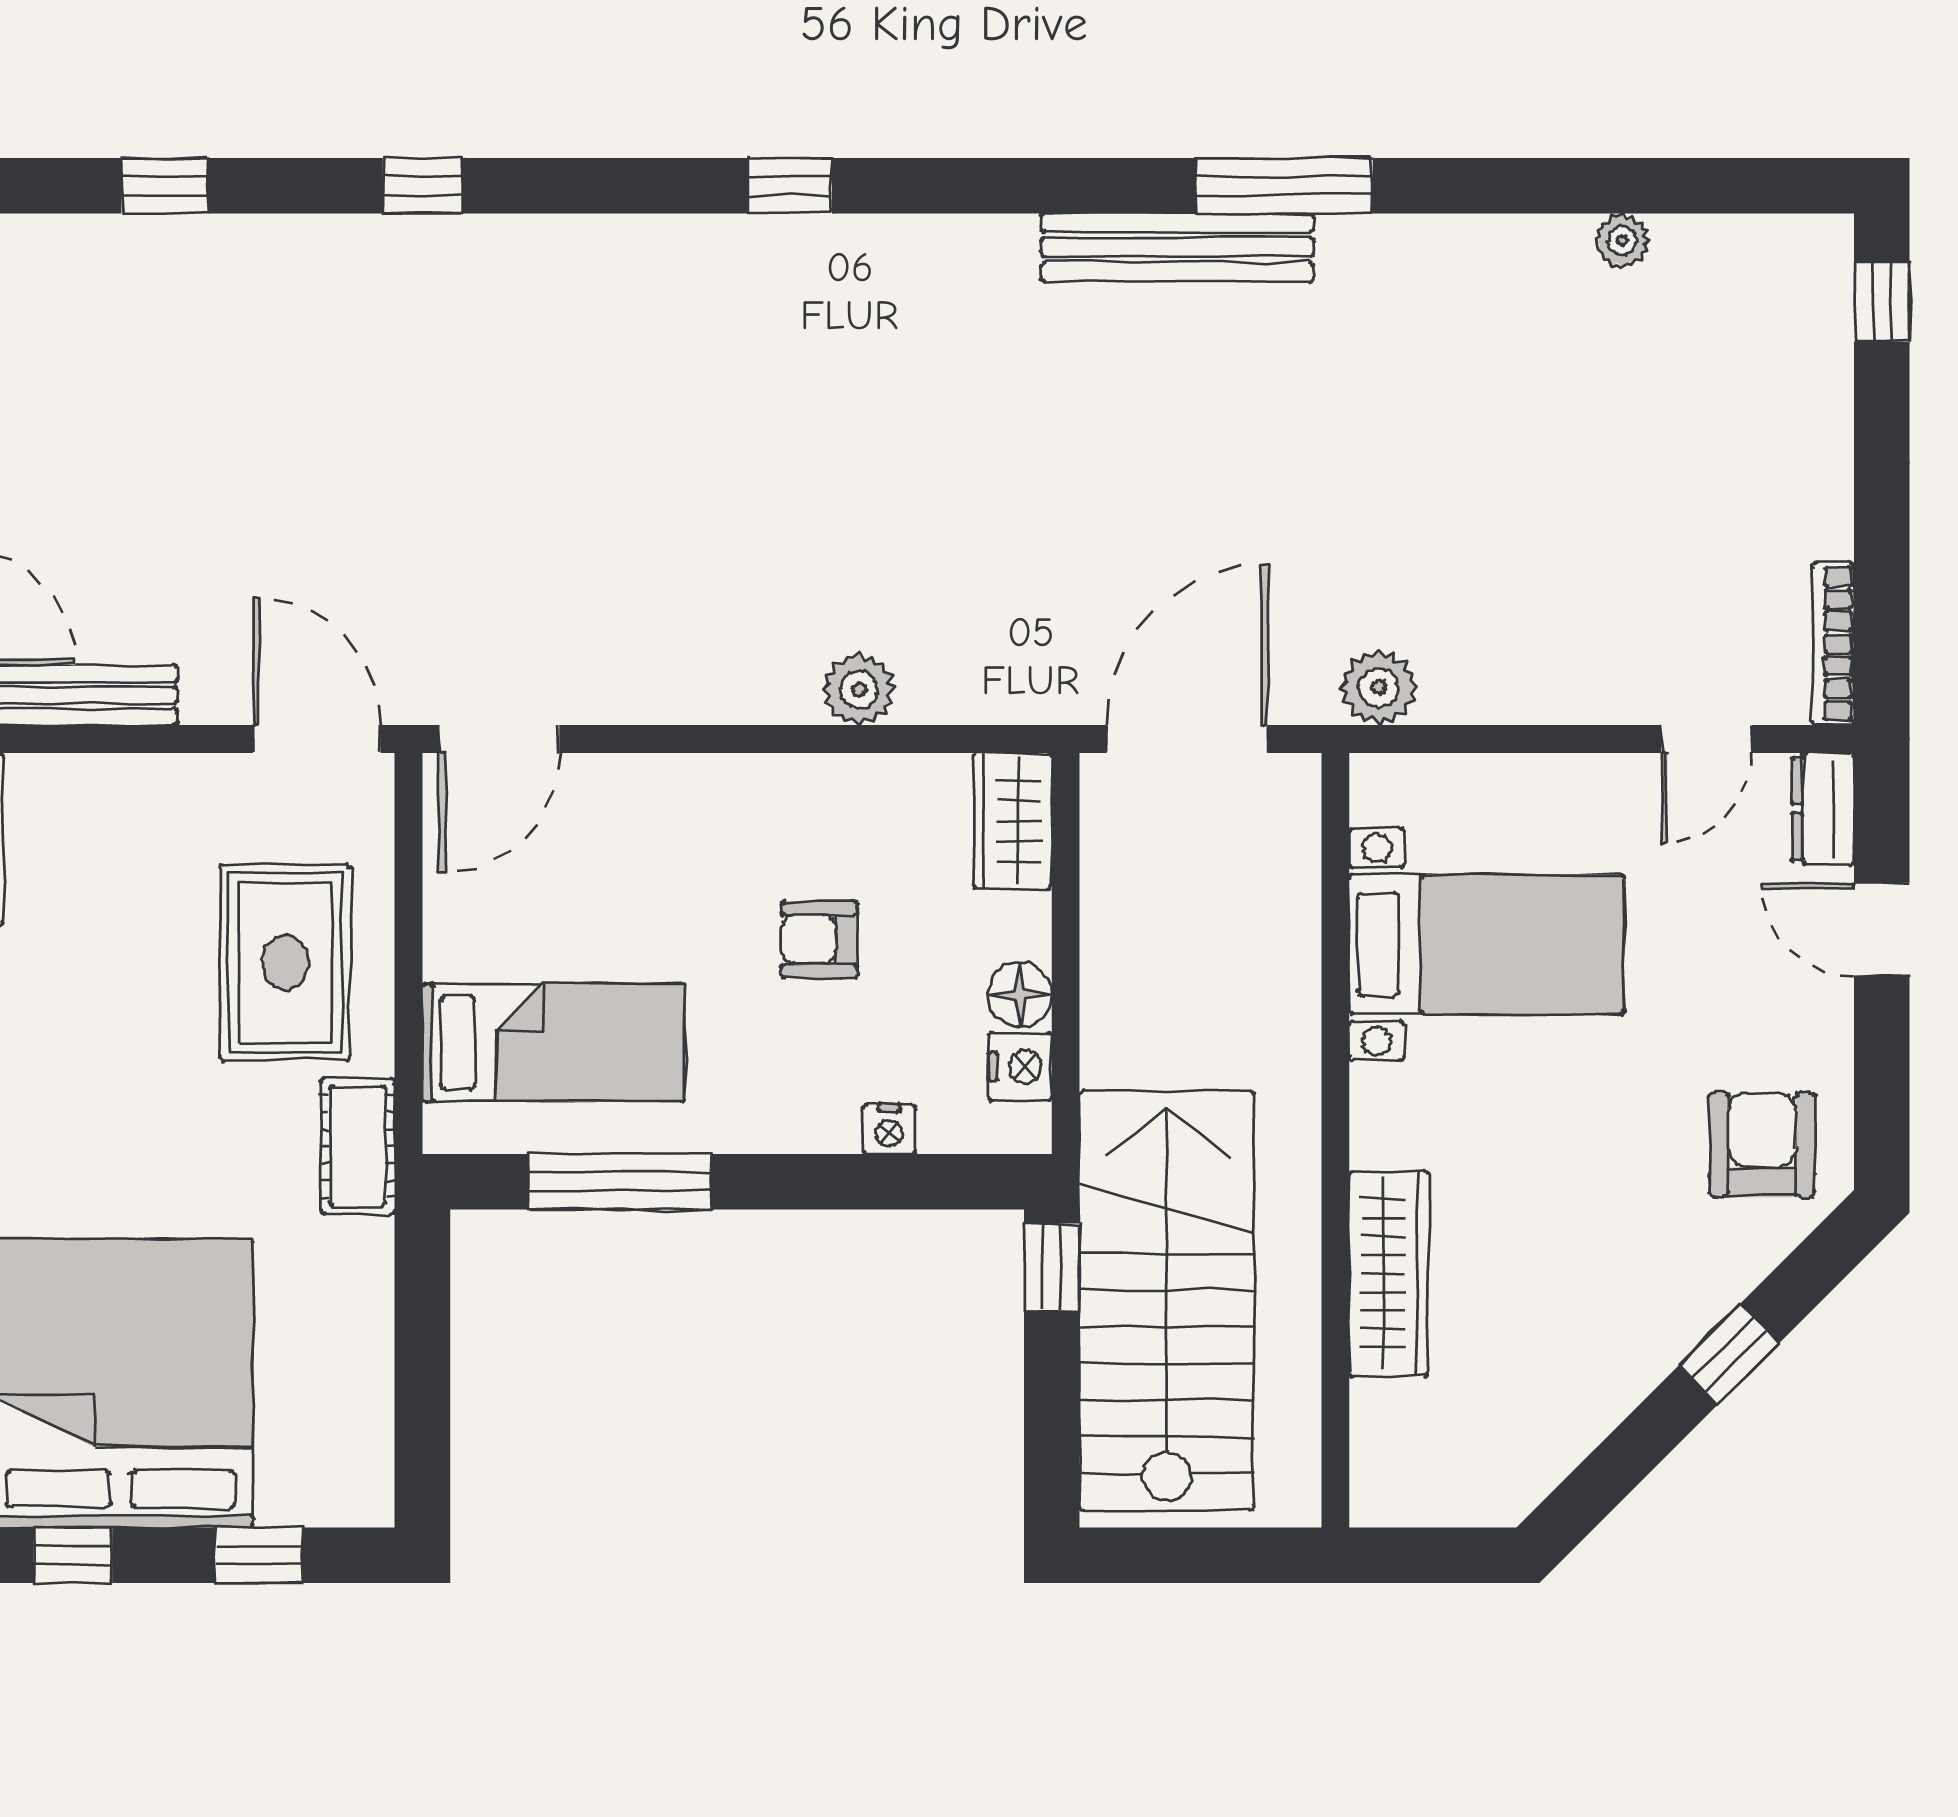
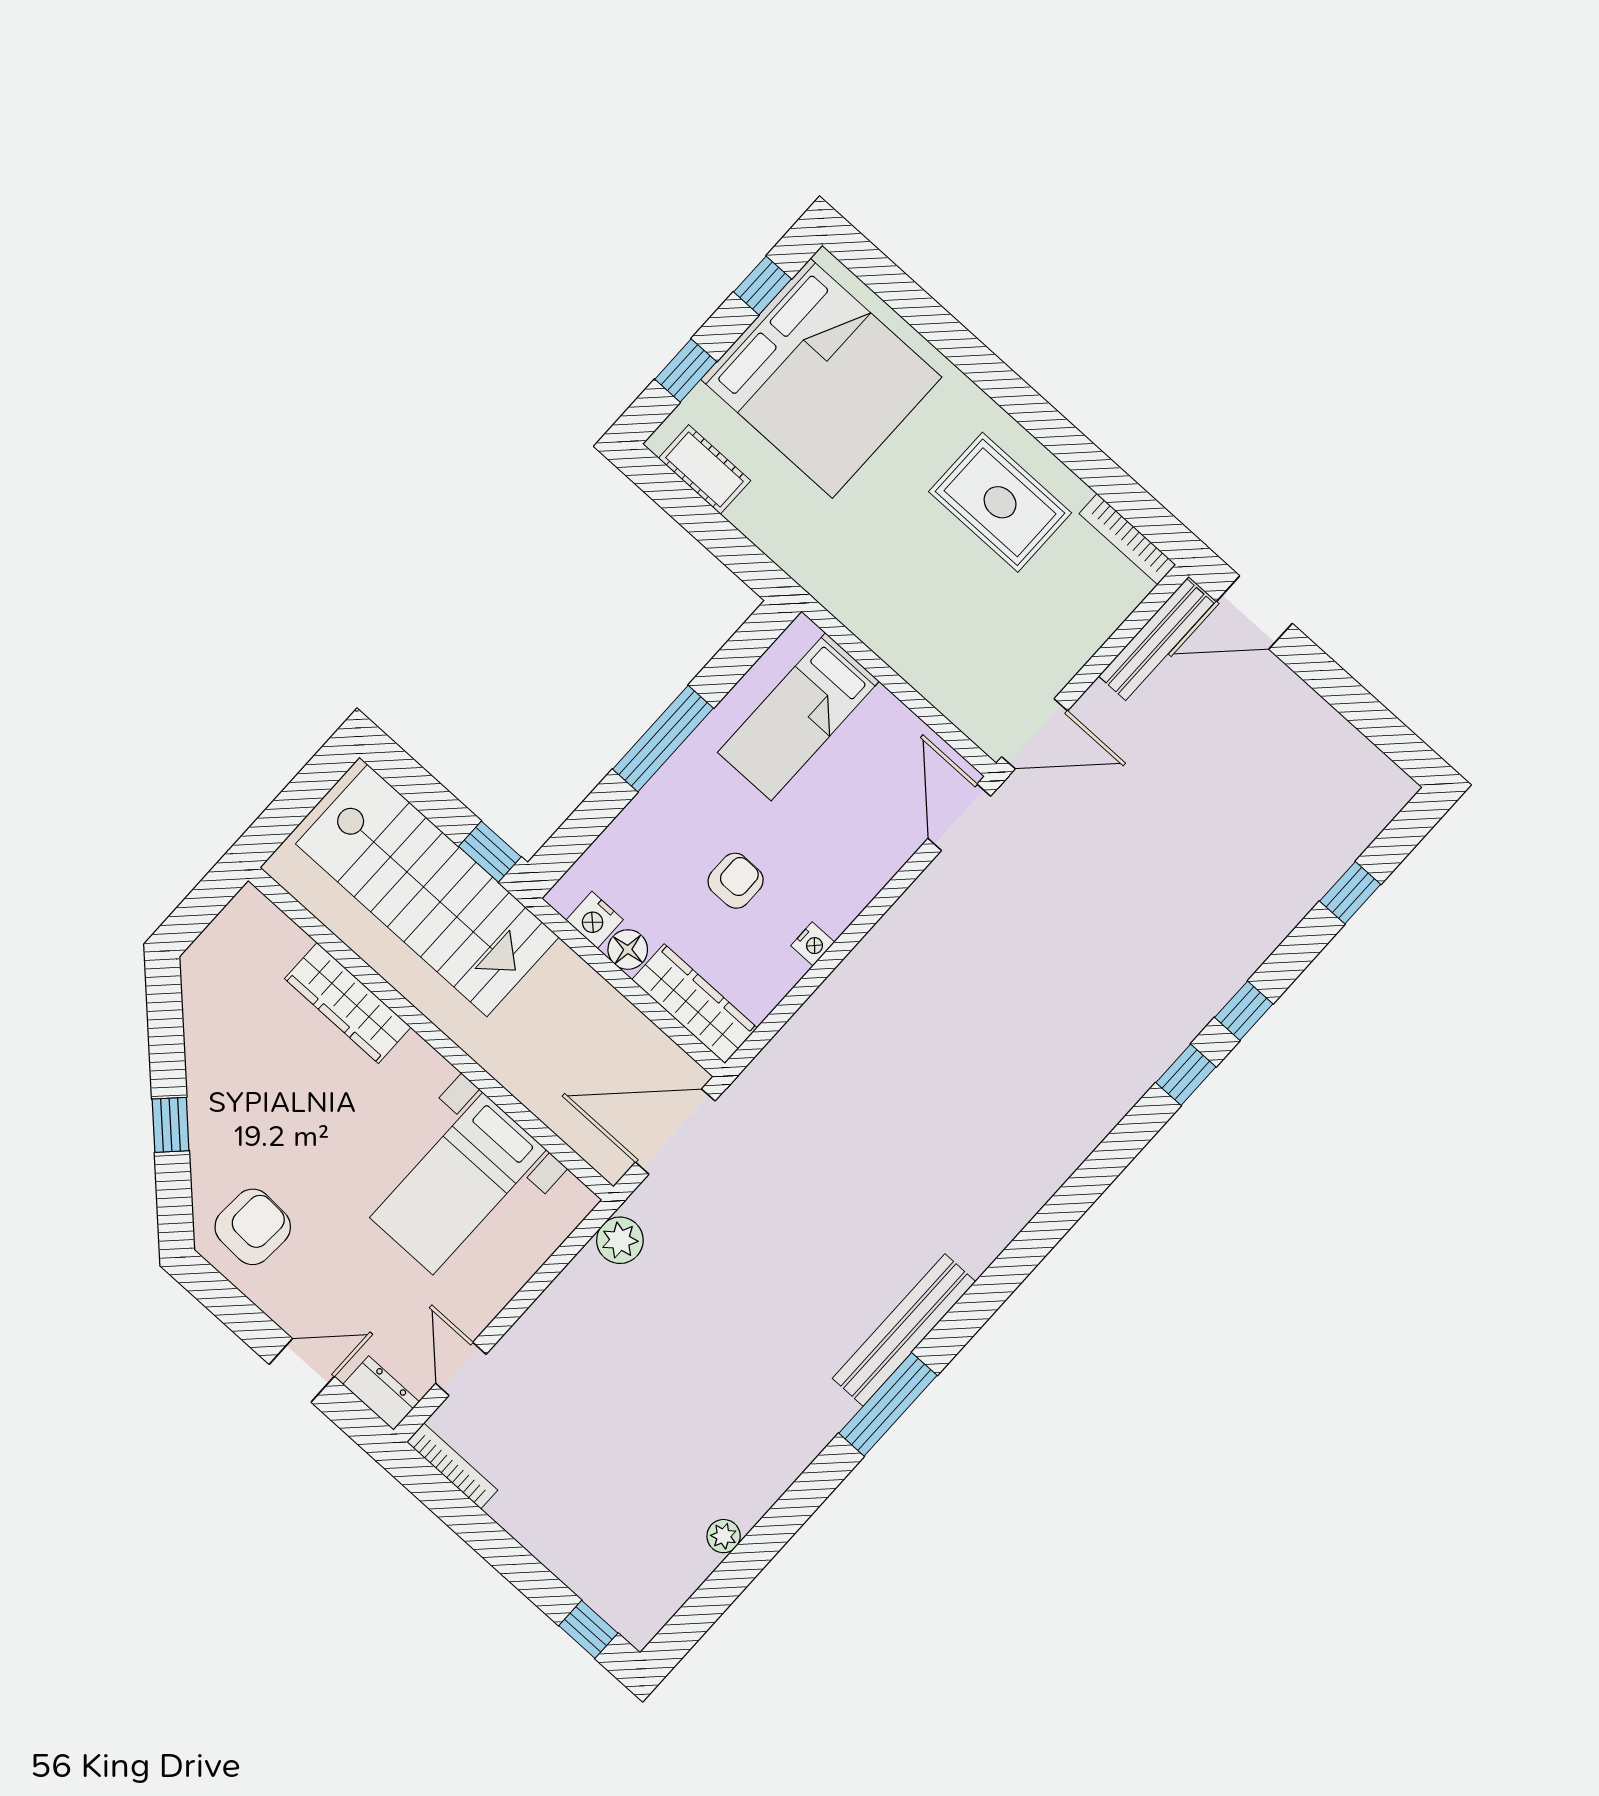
window: (790, 186) -> (1186, 1075), moved
plant: (859, 689) -> (833, 1002), removed
door: (1187, 739) -> (675, 1132), swing flipped
wardrobe: (1012, 821) -> (695, 1004), width x1.50
rug: (285, 962) -> (1000, 502), moved
nightstand: (889, 1129) -> (813, 944), moved, turned 180
armchair: (1762, 1144) -> (253, 1227), turned -87
cot: (358, 1146) -> (704, 469), moved
window: (620, 1182) -> (663, 739), moved

